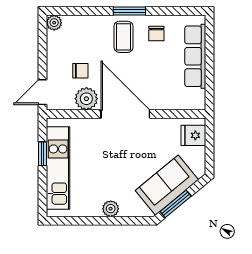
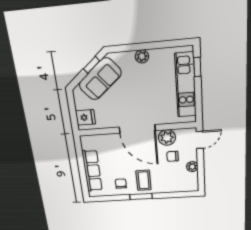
plant: (54, 23) -> (192, 167), moved
window: (43, 154) -> (197, 67), moved
window: (176, 204) -> (92, 65), width x0.67

